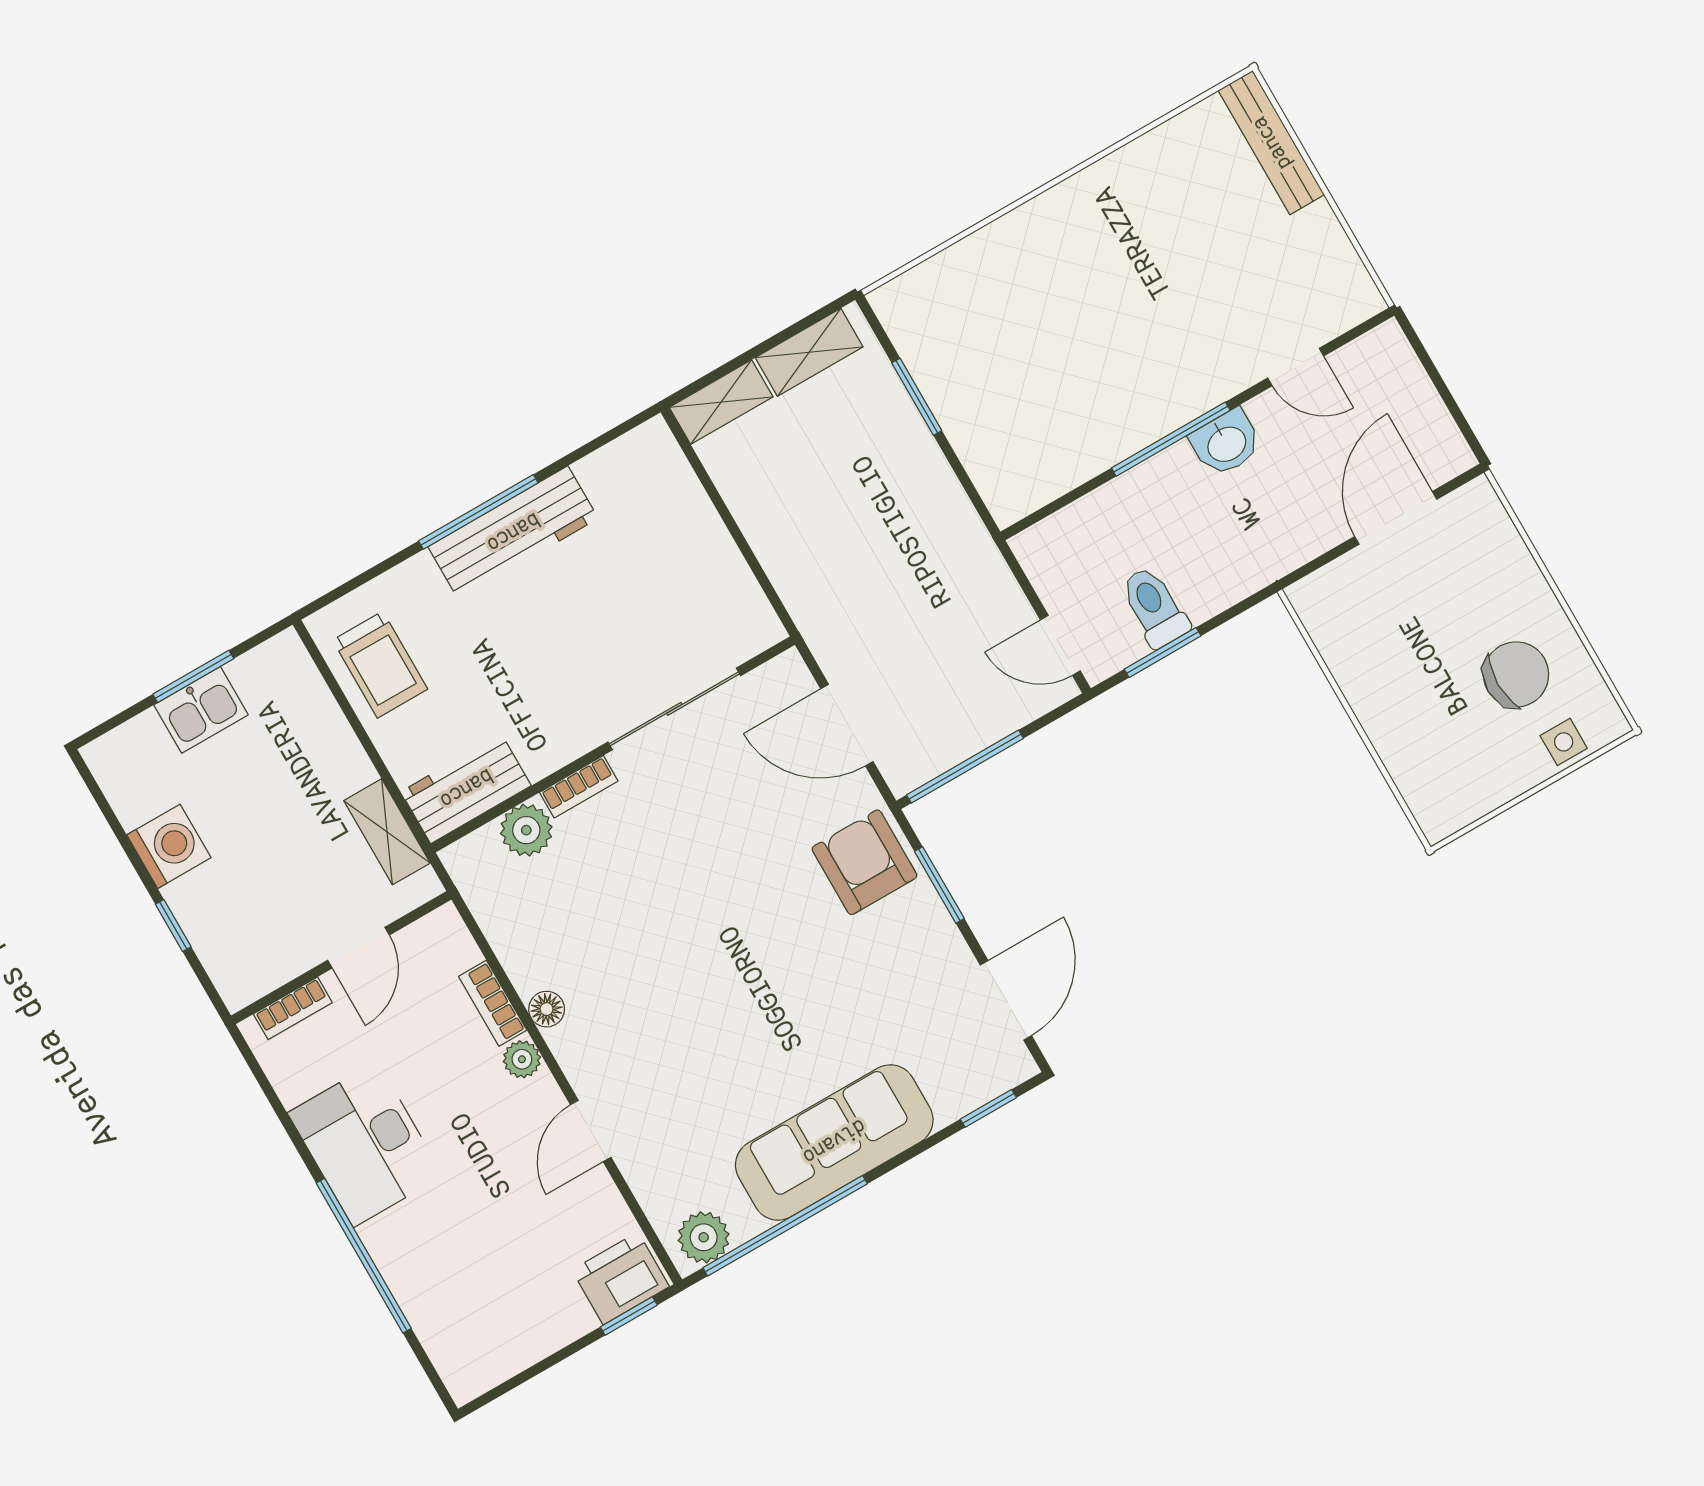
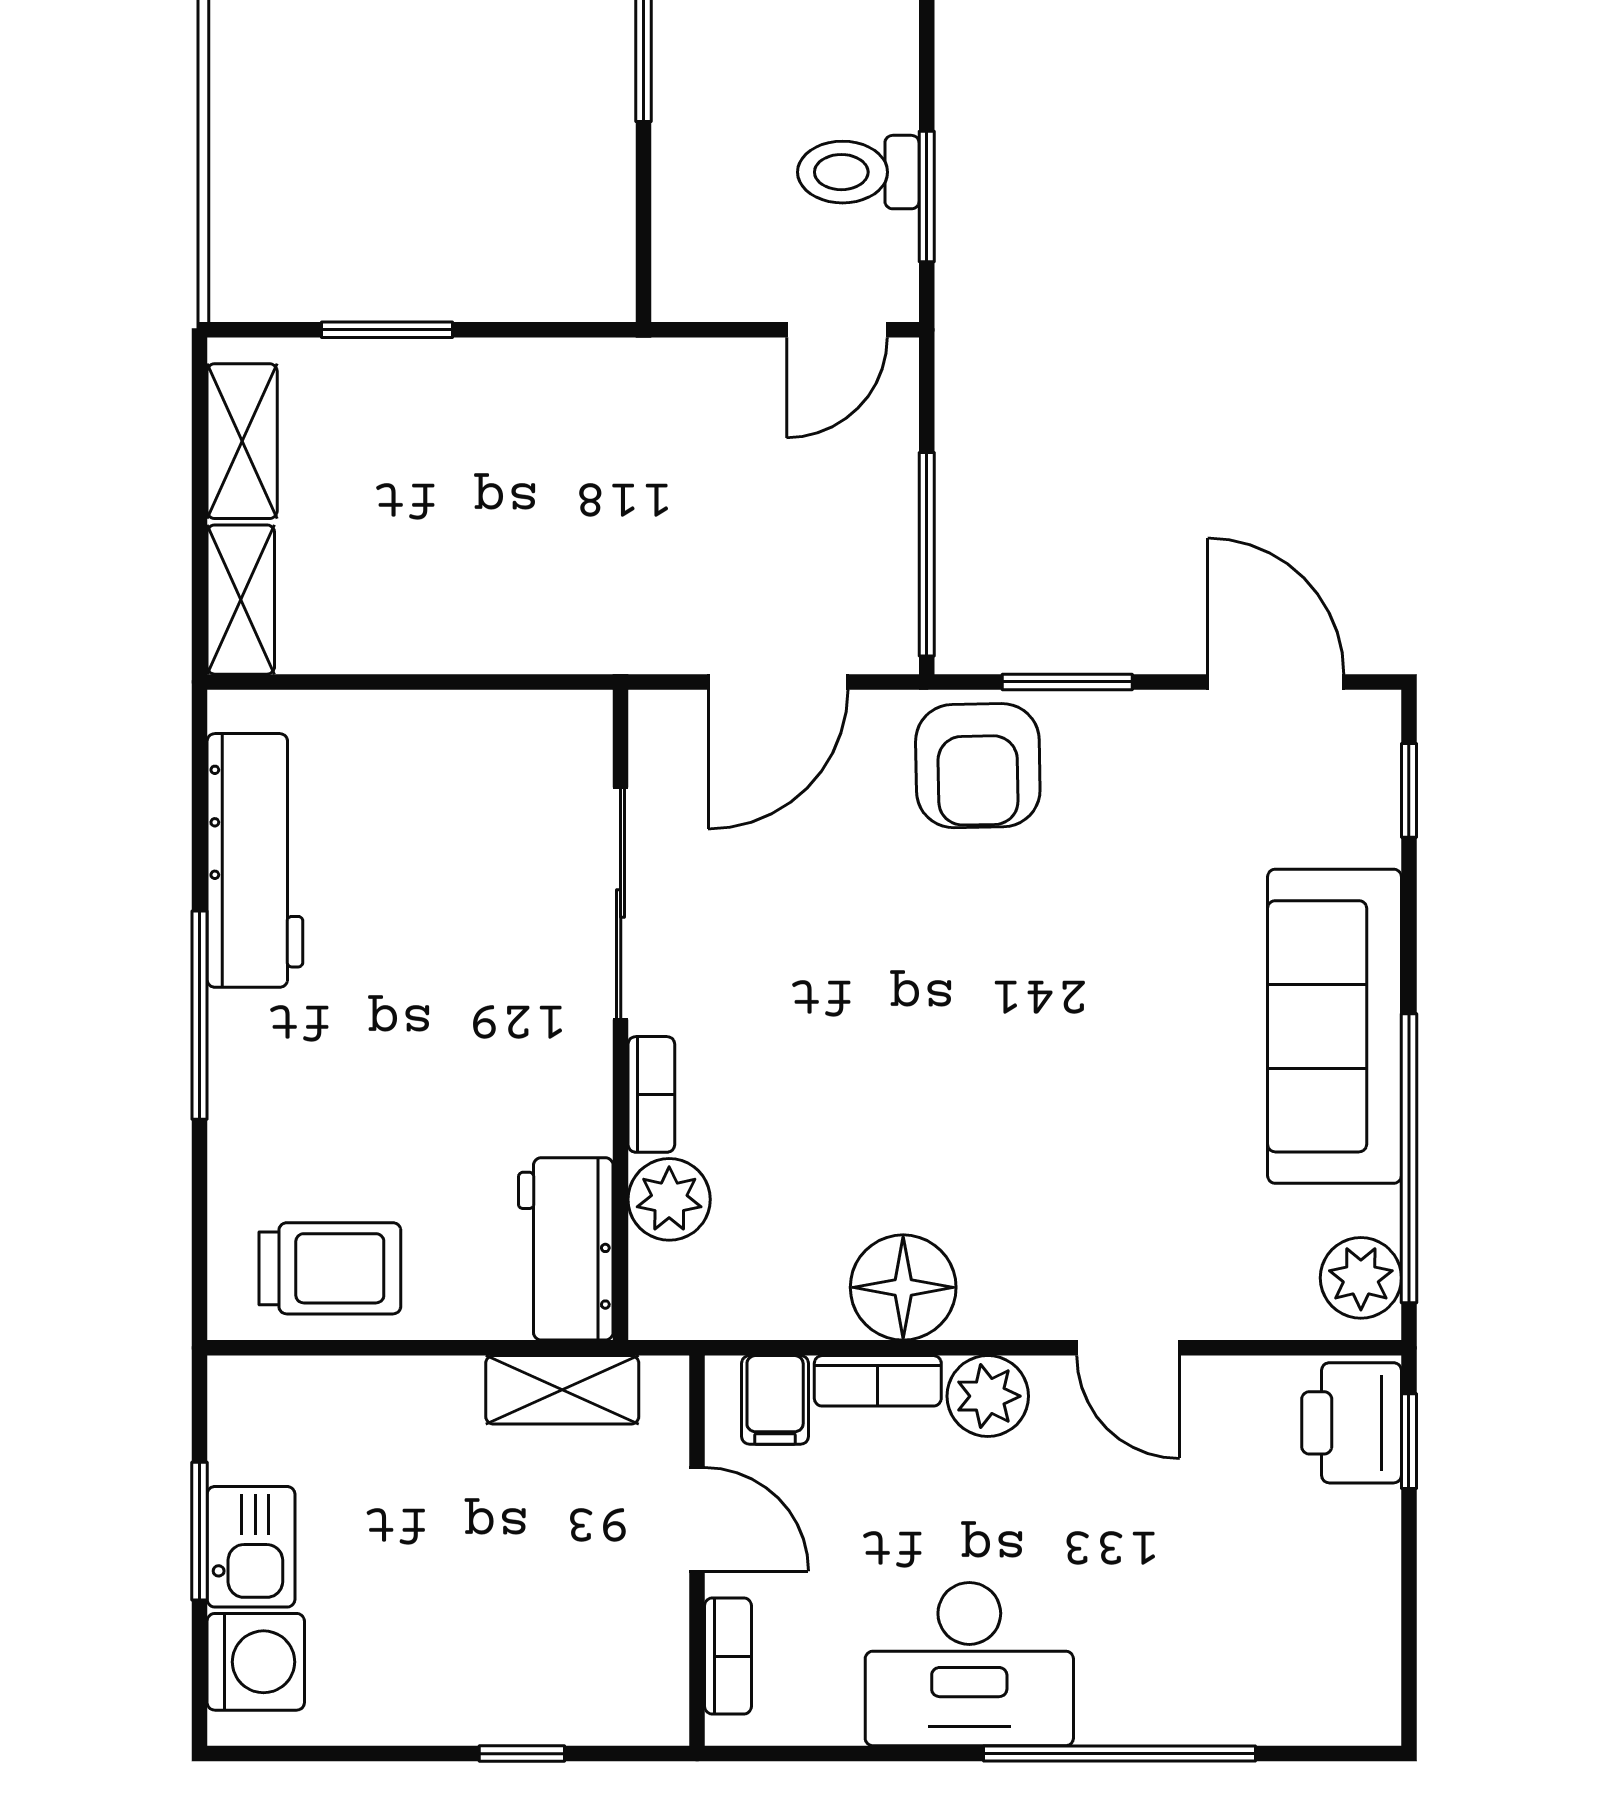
workbench: (513, 533) -> (255, 860), moved
washing machine: (169, 846) -> (256, 1662), moved, turned 90
armchair: (864, 862) -> (978, 766), turned -91
filing cabinet: (449, 953) -> (775, 1400), added
floor lamp: (547, 1009) -> (903, 1287), width x1.89, depth x1.89
plant: (522, 1059) -> (988, 1396), width x1.38, depth x1.38

